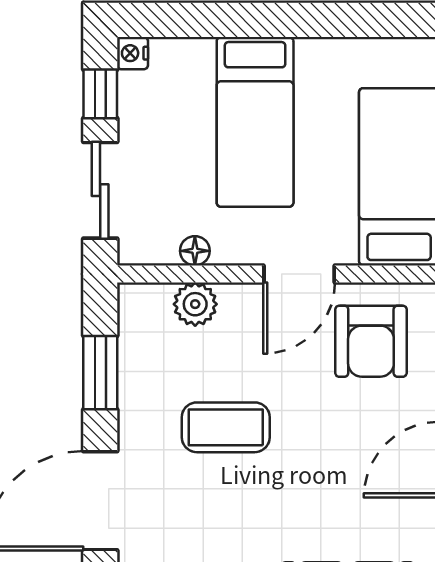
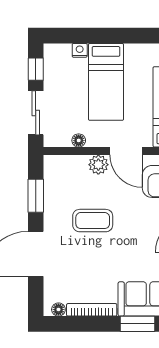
nightstand: (133, 53) -> (80, 50), moved, turned 90
door: (299, 274) -> (126, 151), hinge flipped
plant: (195, 304) -> (98, 165), moved

